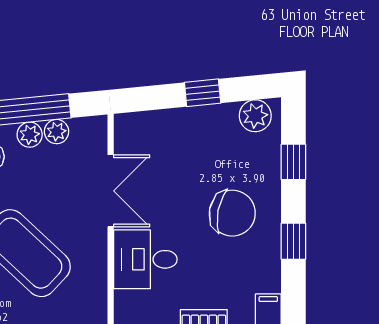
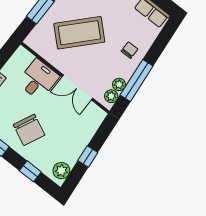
plant: (30, 135) -> (111, 96), moved
chair: (232, 213) -> (29, 130), turned -76

